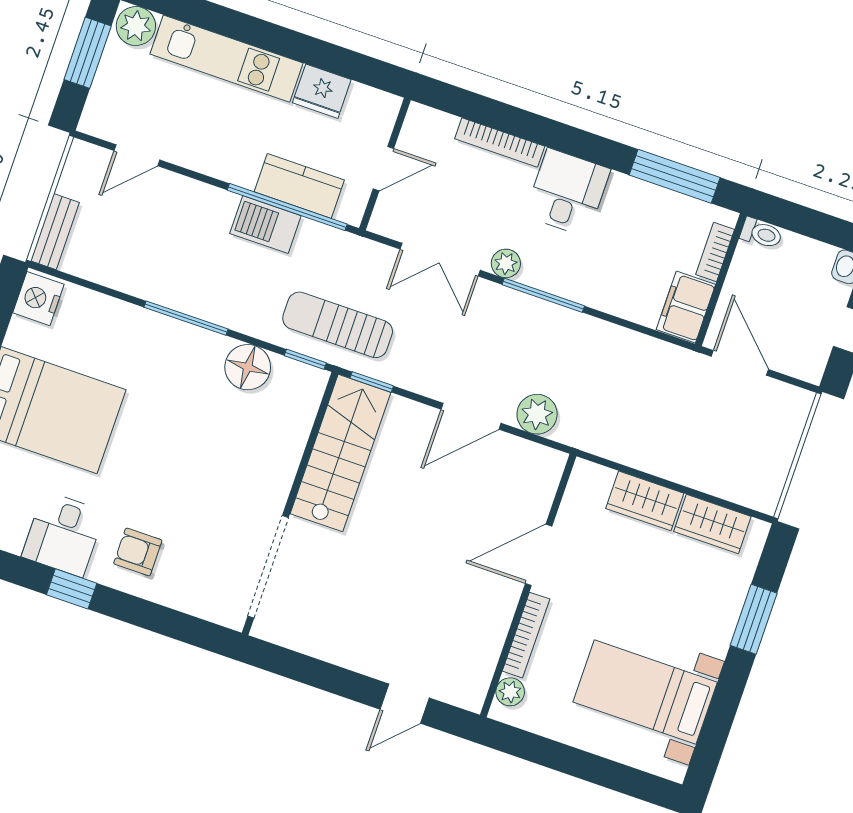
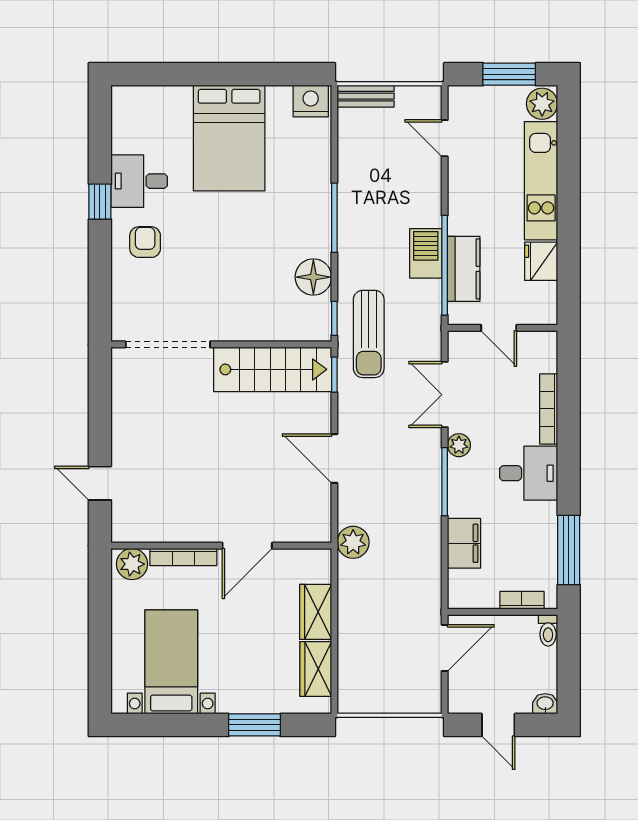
filing cabinet: (686, 307) -> (464, 543), moved, turned 90
sun lounger: (338, 325) -> (369, 334), turned 180
plant: (537, 414) -> (353, 542), moved
door: (539, 555) -> (247, 546), swing flipped
plant: (510, 692) -> (132, 564), width x1.38, depth x1.38

